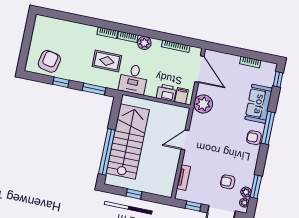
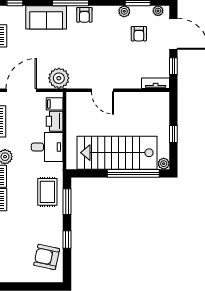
rug: (107, 61) -> (47, 192), moved
desk: (133, 79) -> (47, 147), moved
tv unit: (184, 178) -> (156, 83), moved
plant: (110, 180) -> (164, 164), added
plant: (246, 192) -> (124, 11), moved

